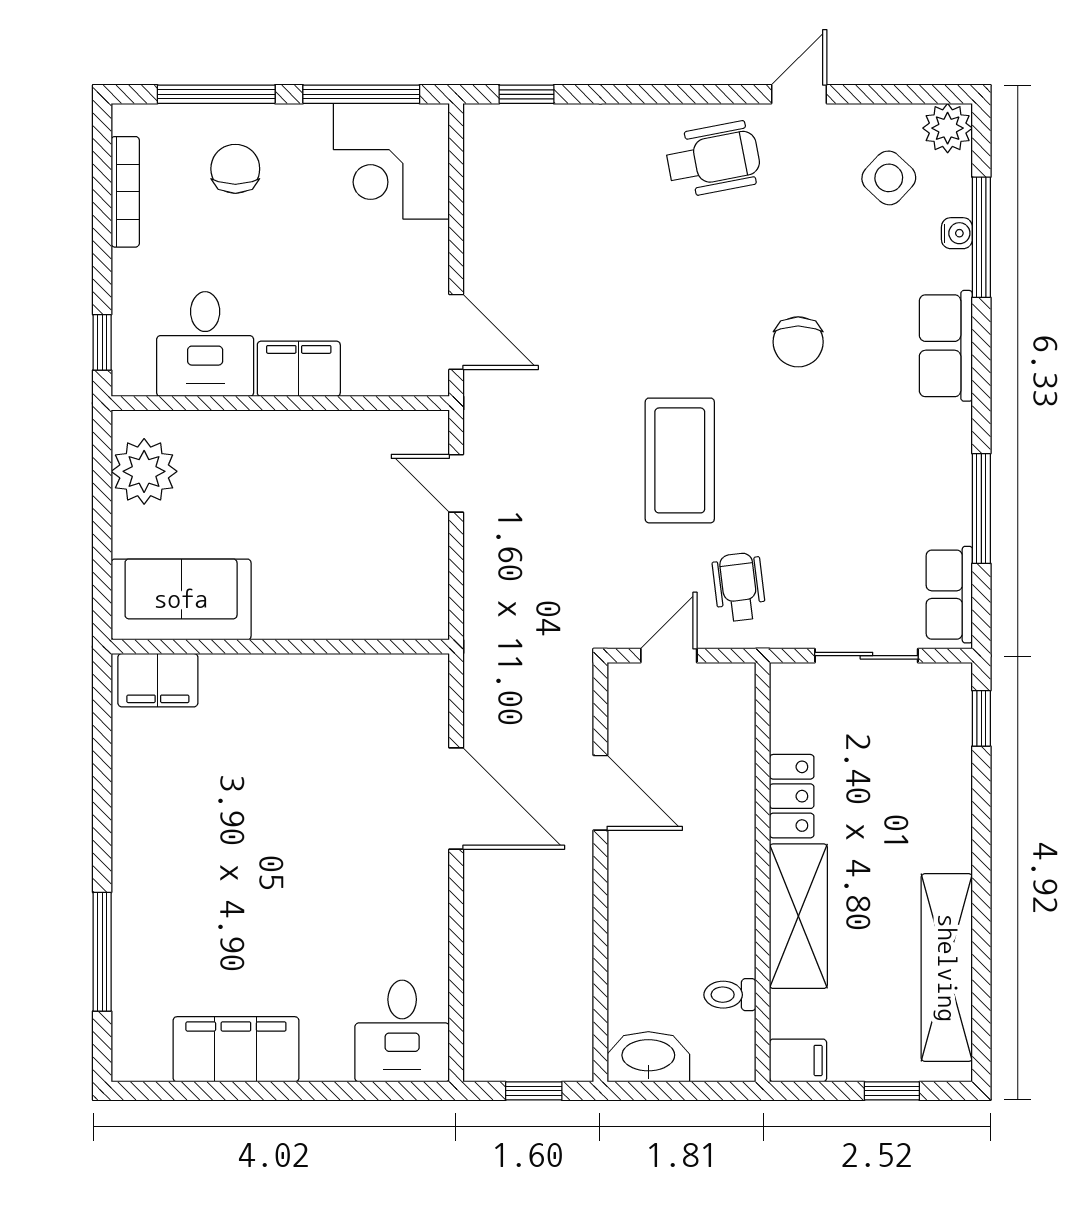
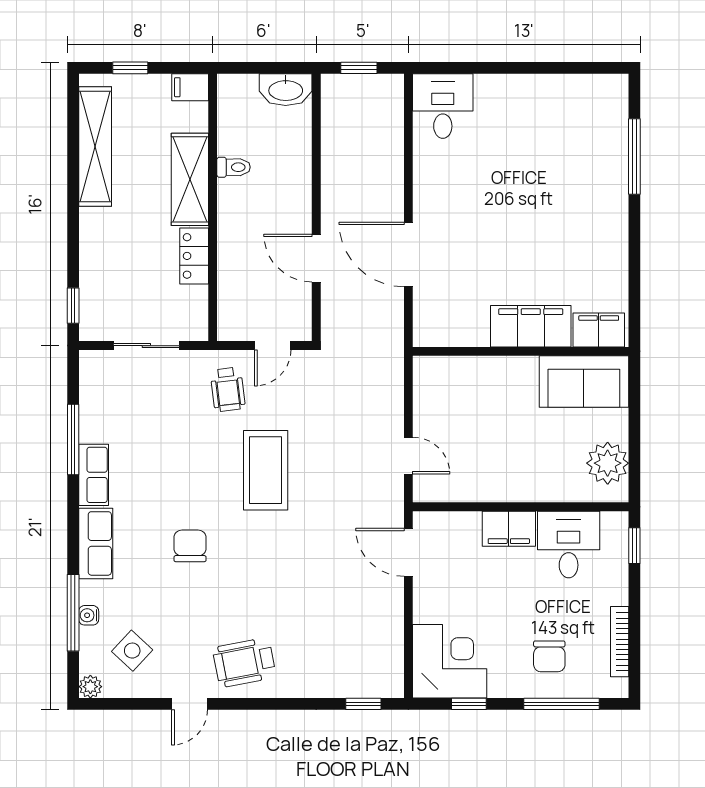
window: (361, 94) -> (469, 704), width x0.46
plant: (948, 128) -> (90, 687), width x0.73, depth x0.73
row of seats: (949, 595) -> (94, 475), moved
toilet: (730, 995) -> (234, 167), moved
filing cabinet: (236, 1049) -> (531, 326), moved, turned 180

